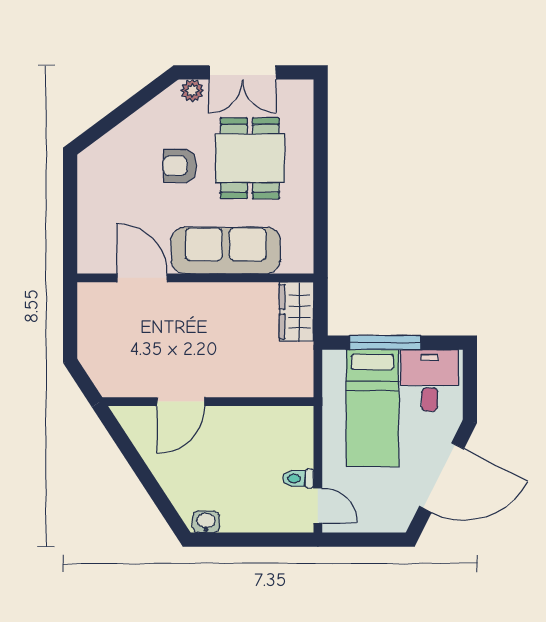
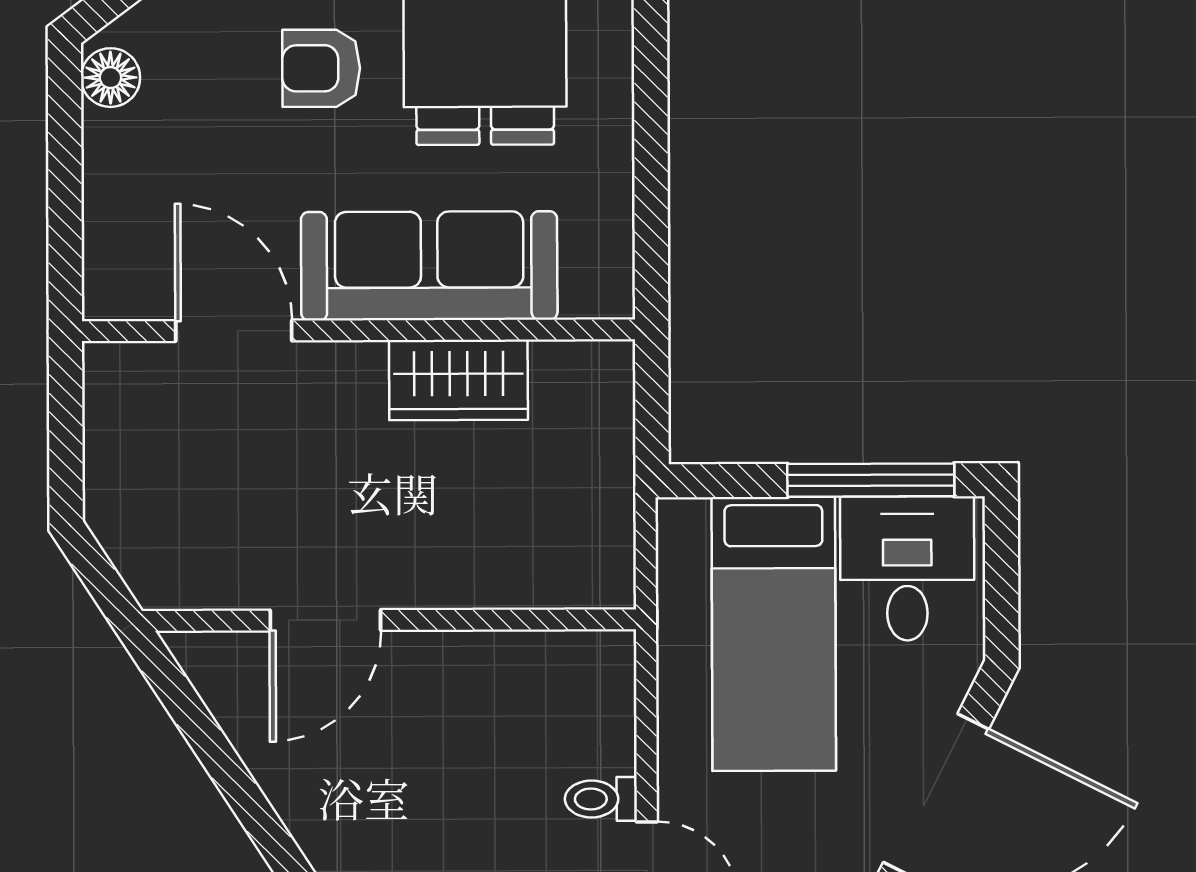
floor lamp: (90, 169) -> (110, 78), added
wardrobe: (296, 312) -> (458, 380), moved, turned -90
window: (385, 343) -> (871, 480), moved

